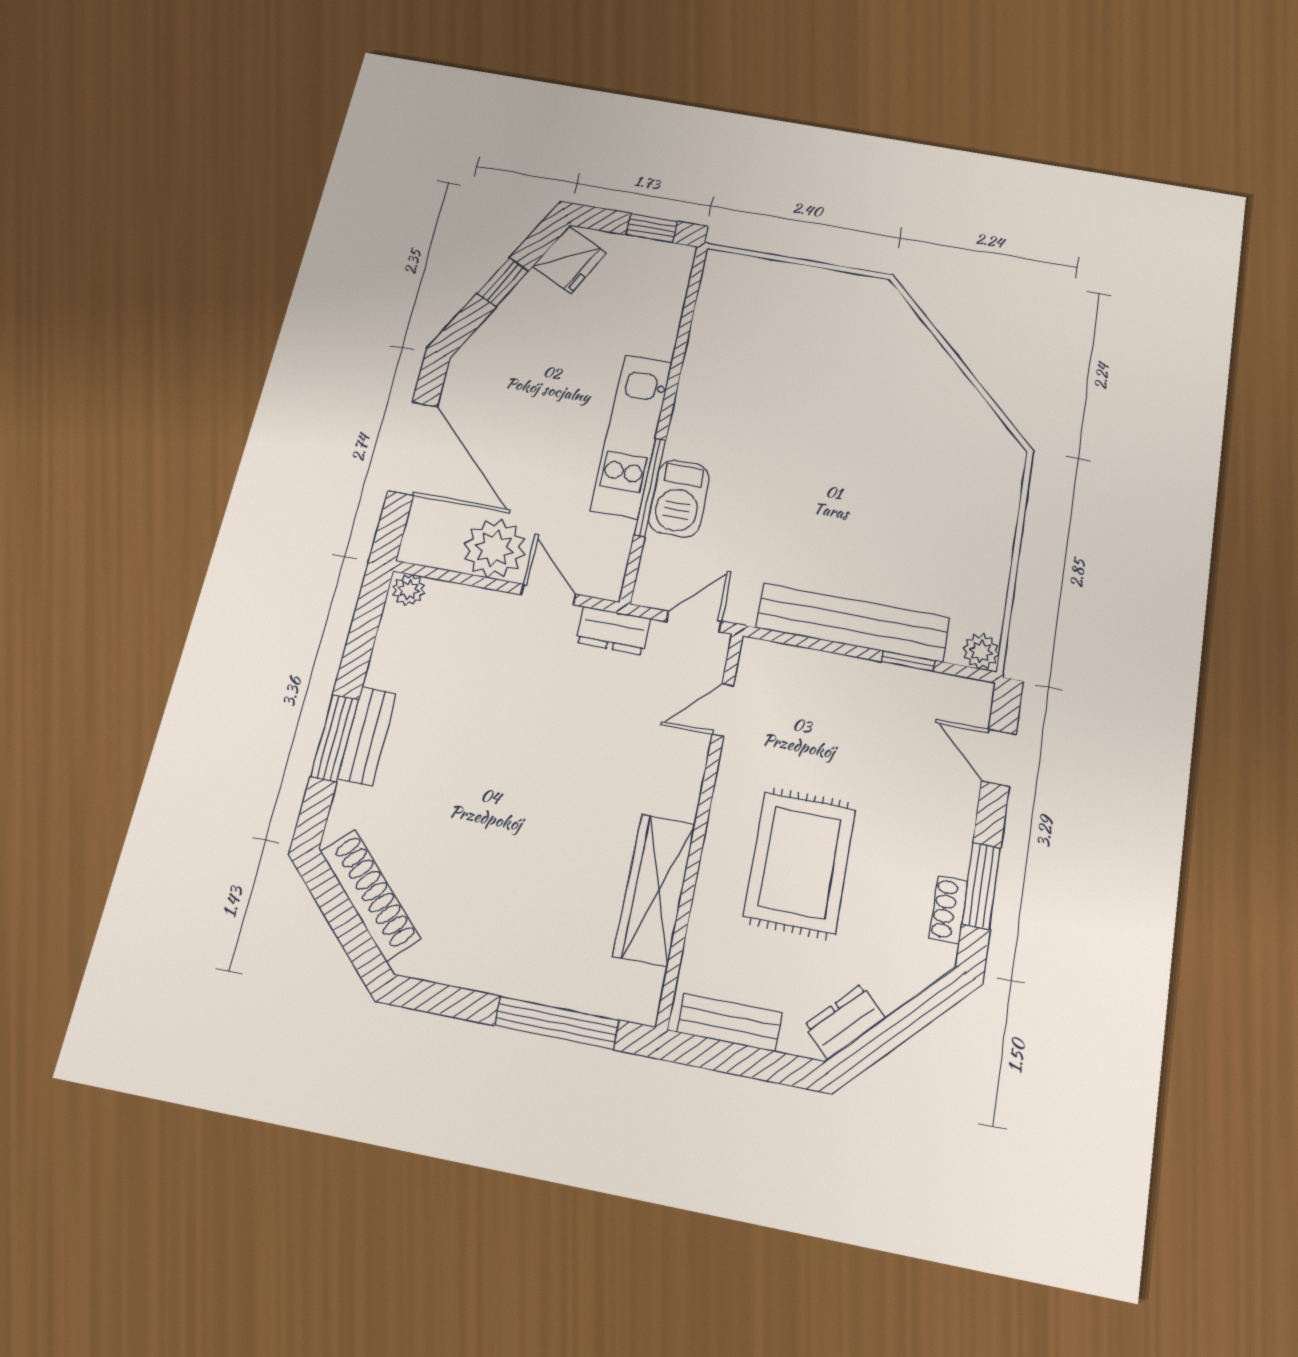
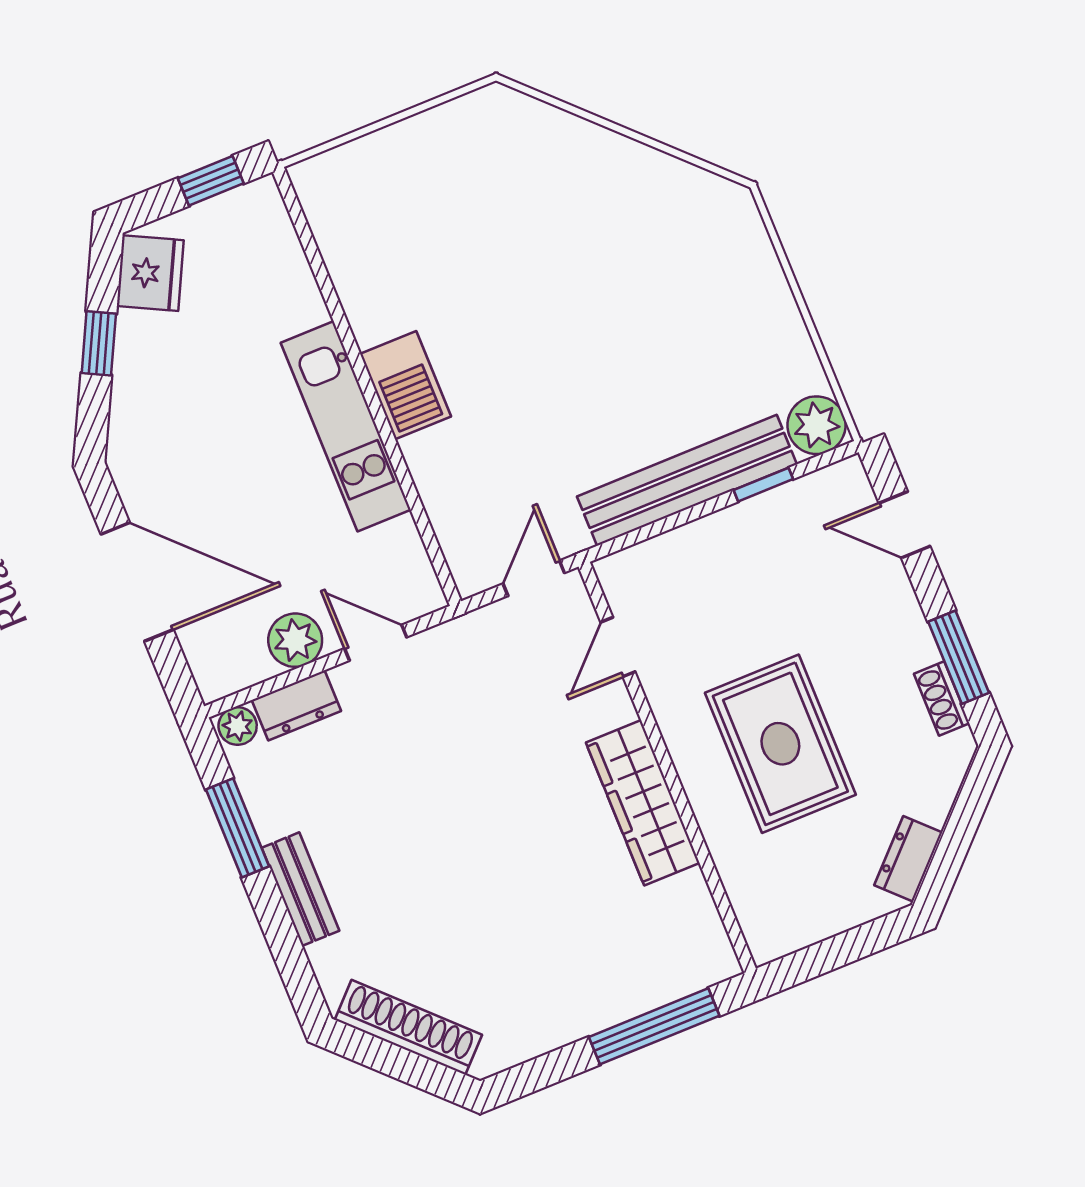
window: (650, 487) -> (401, 469), removed
barbecue: (679, 498) -> (406, 385), moved
plant: (495, 549) -> (295, 640), width x0.73, depth x0.73
dresser: (613, 631) -> (296, 705), moved
plant: (981, 651) -> (817, 425), width x1.38, depth x1.38
window: (335, 738) -> (237, 828), moved
wardrobe: (655, 890) -> (643, 803), moved
bench: (730, 1022) -> (807, 926), removed

